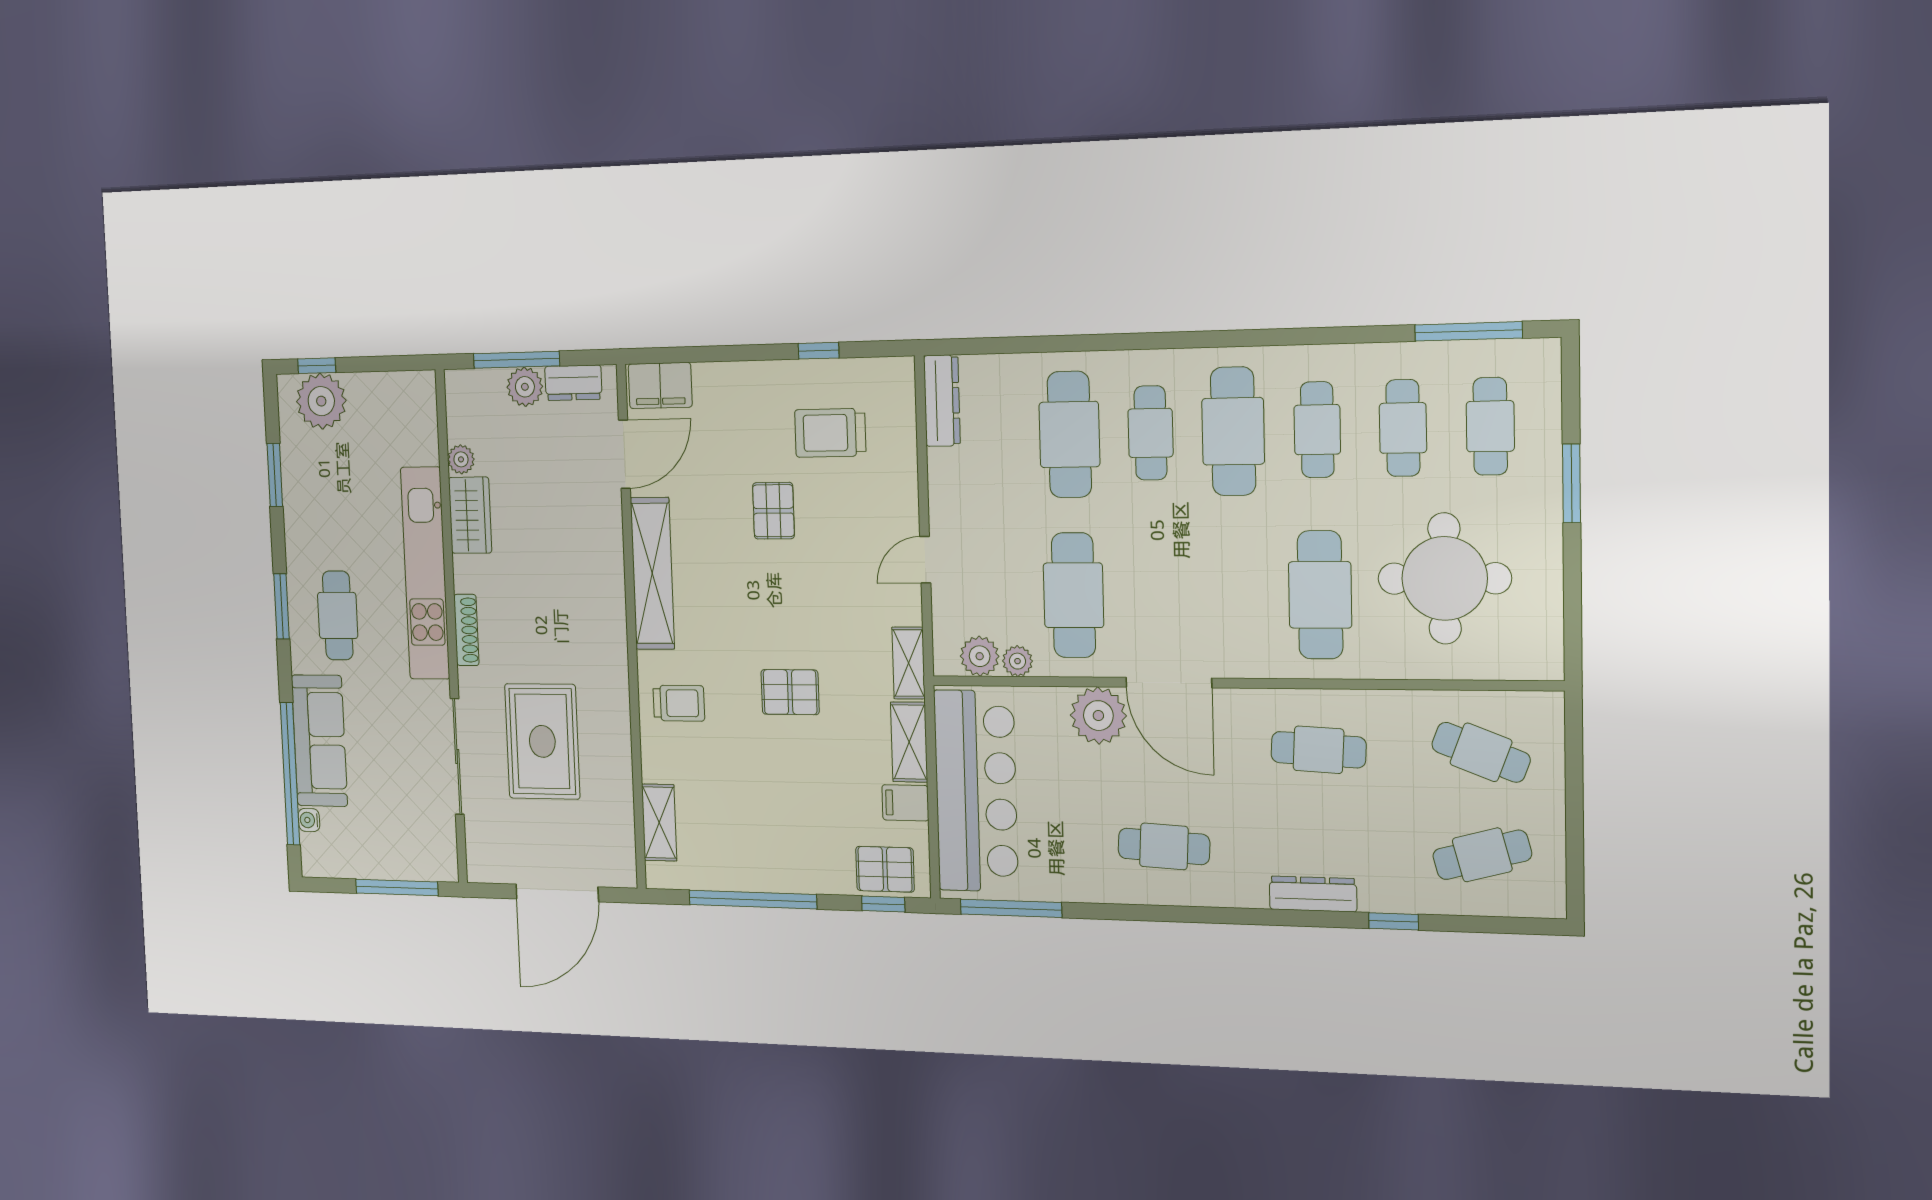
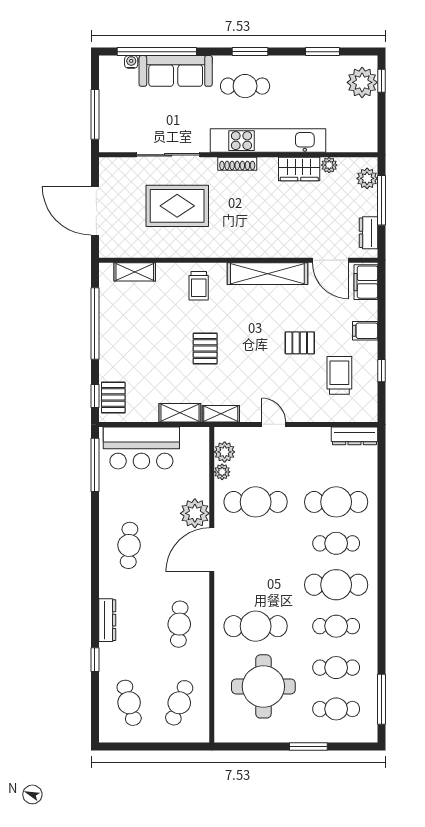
plant: (525, 387) -> (367, 178), moved
bar counter: (976, 791) -> (141, 448), width x0.73
filing cabinet: (905, 803) -> (365, 331), moved, turned -90

